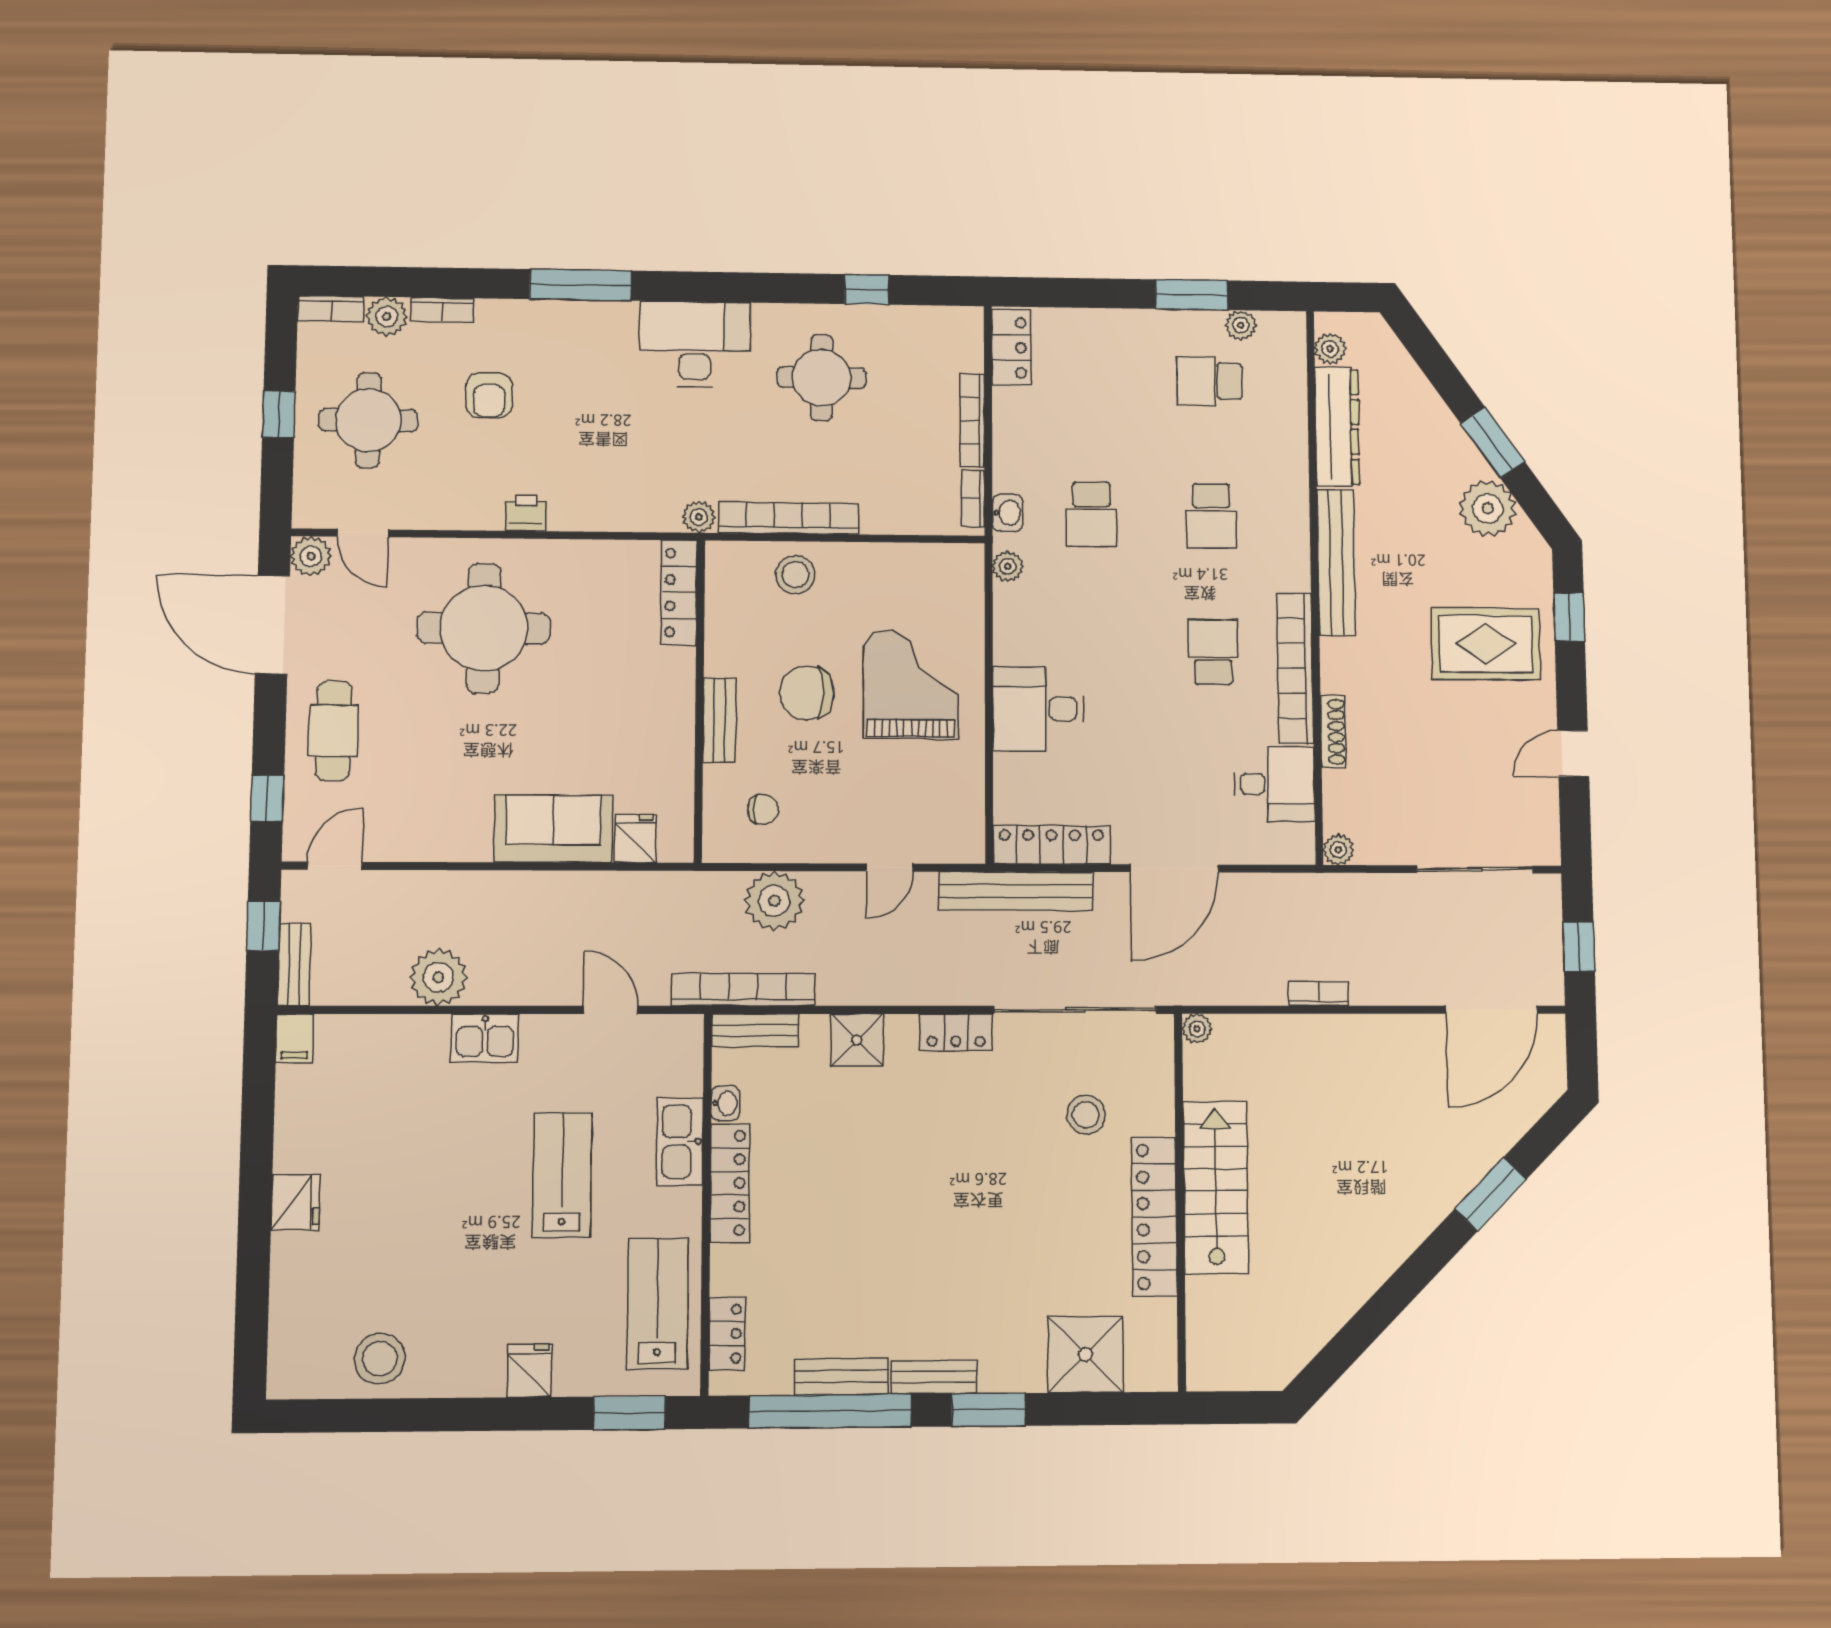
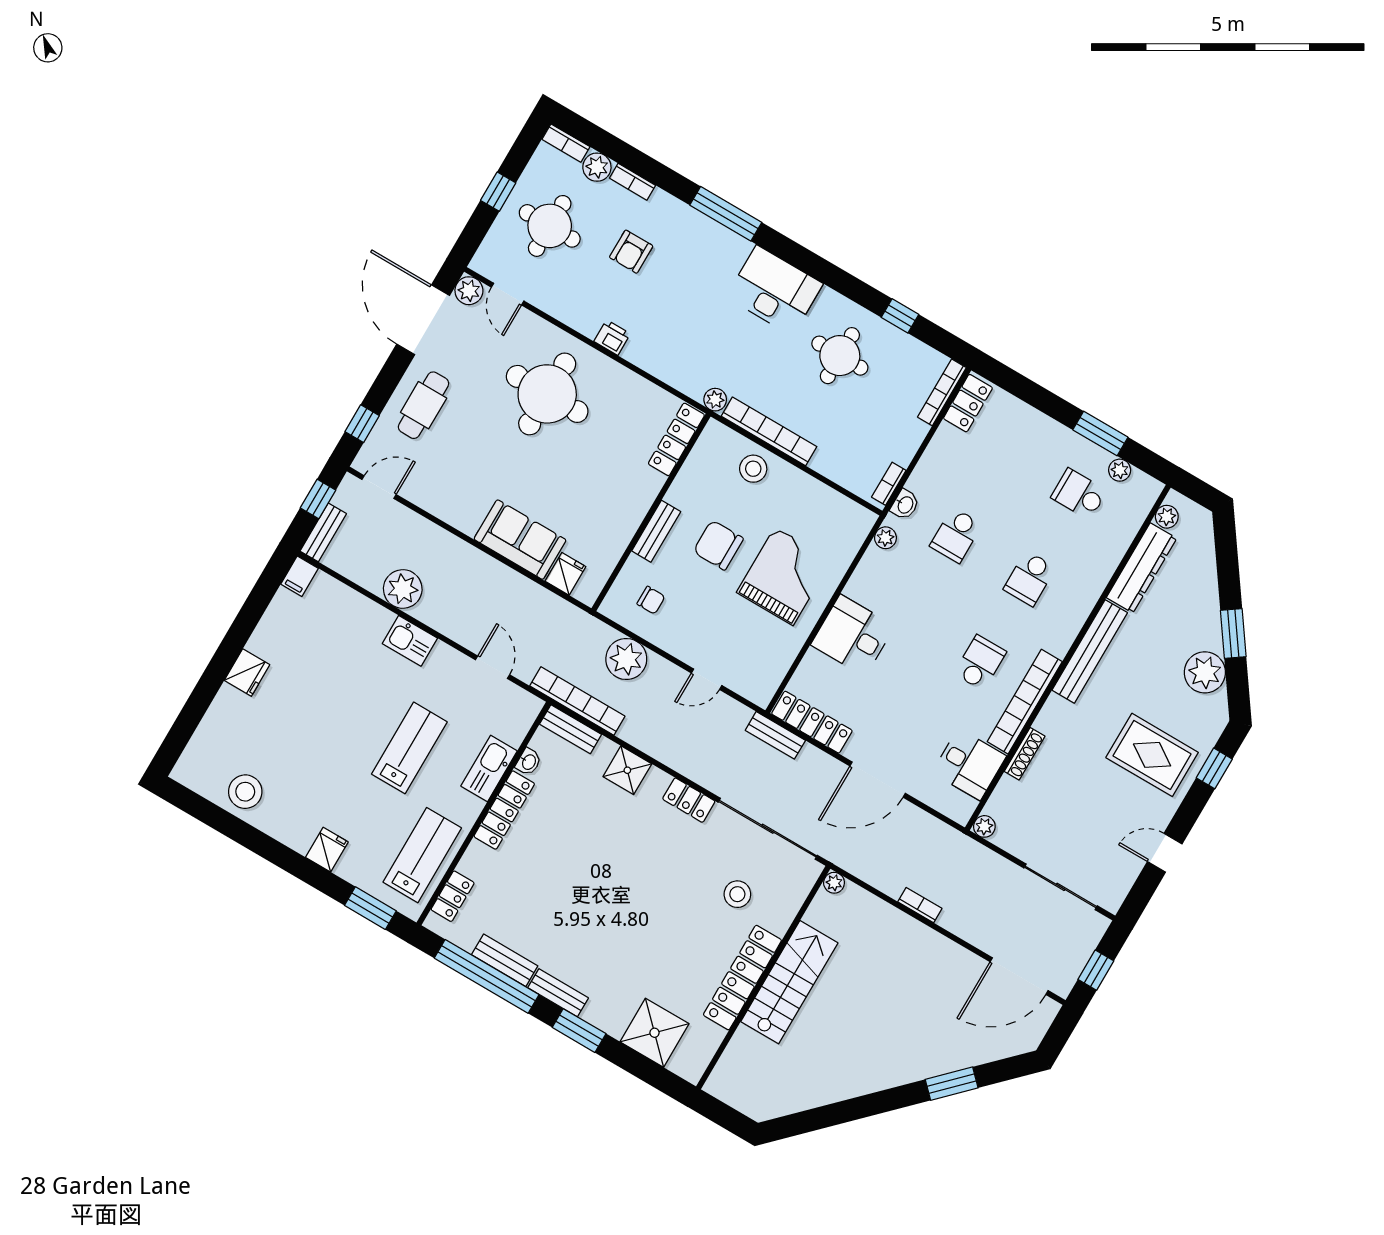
bookcase: (972, 420) -> (942, 392), moved
bench: (1016, 891) -> (775, 735), width x0.54, depth x0.82

